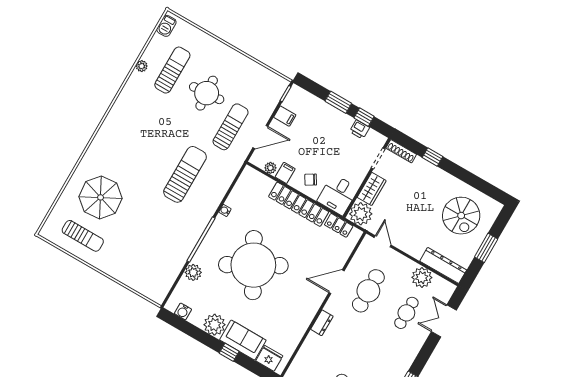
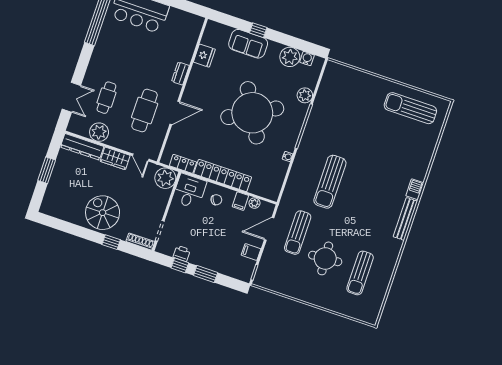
barbecue: (166, 26) -> (415, 189), moved
plant: (142, 66) -> (388, 271), removed
bench: (112, 118) -> (405, 219), added
wardrobe: (372, 189) -> (115, 158), moved, turned -90
parasol: (101, 197) -> (401, 146), removed
spiral stairs: (461, 216) -> (103, 213), moved
sun lounger: (83, 236) -> (410, 108), width x1.36, depth x1.34
plant: (214, 325) -> (290, 57), moved
fridge: (269, 358) -> (204, 56), moved, turned -90

